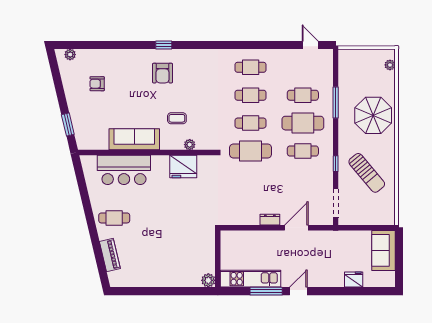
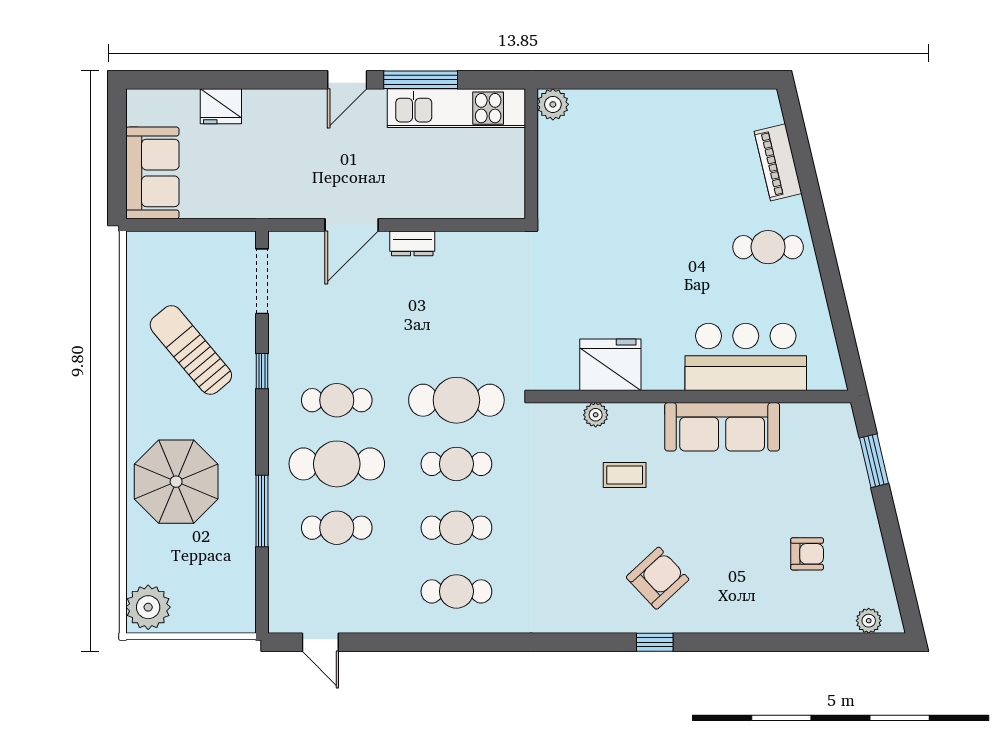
plant: (390, 65) -> (148, 607), width x1.88, depth x1.88
armchair: (163, 73) -> (658, 578), turned 47

